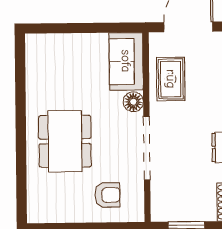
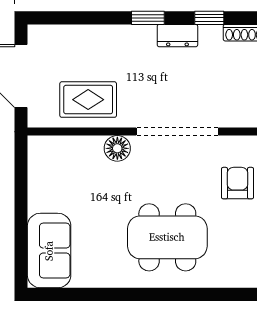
sofa: (126, 61) -> (49, 251), moved, turned -90

